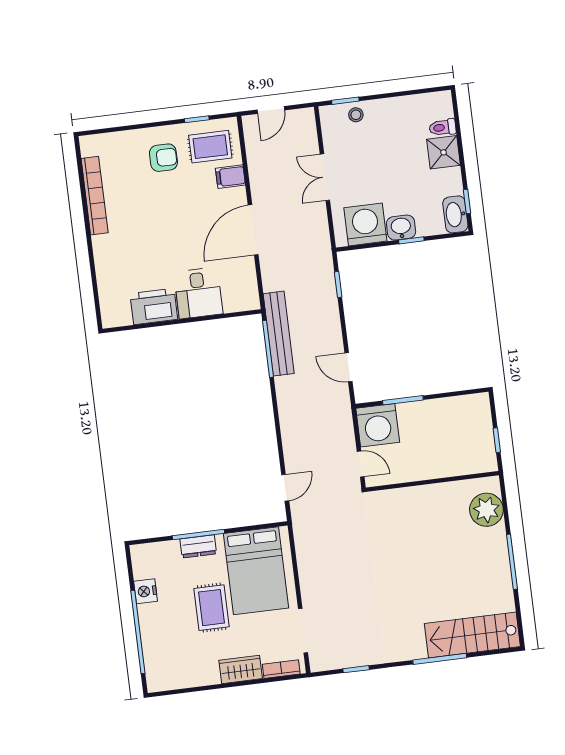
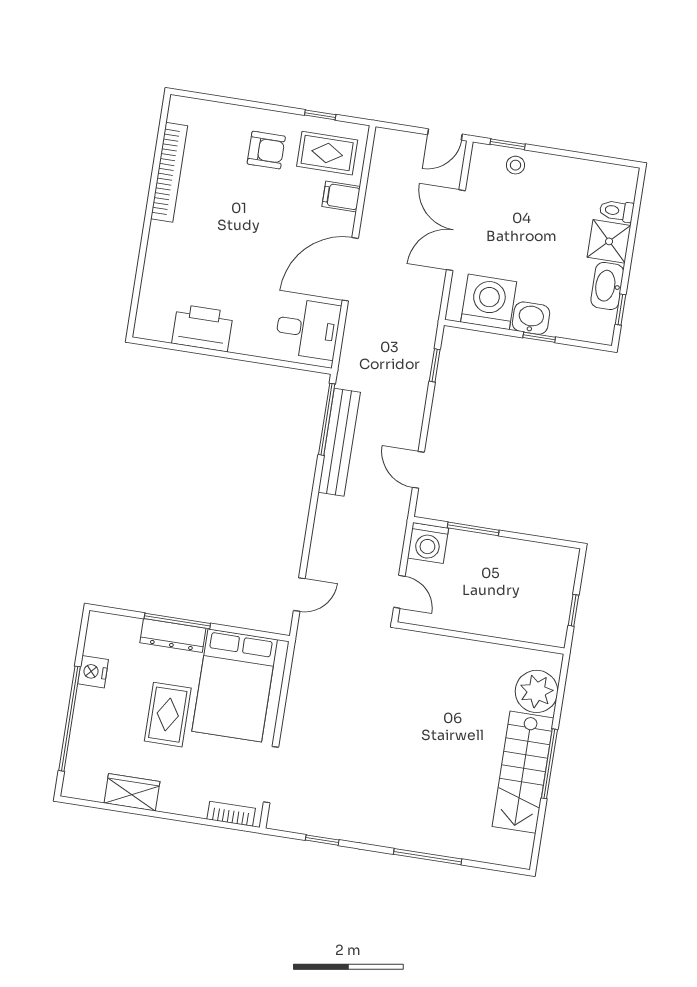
door: (271, 110) -> (445, 134), moved
double door: (325, 177) -> (456, 230), width x1.37
washbasin: (455, 214) -> (607, 286), moved
desk: (198, 293) -> (308, 329), moved, turned -90
bench: (279, 334) -> (339, 442), moved
washing machine: (378, 425) -> (428, 543), width x0.73, depth x0.73
dresser: (198, 546) -> (173, 636), width x1.44
stairs: (472, 635) -> (523, 772), moved, turned -90
wardrobe: (241, 669) -> (132, 792), moved

